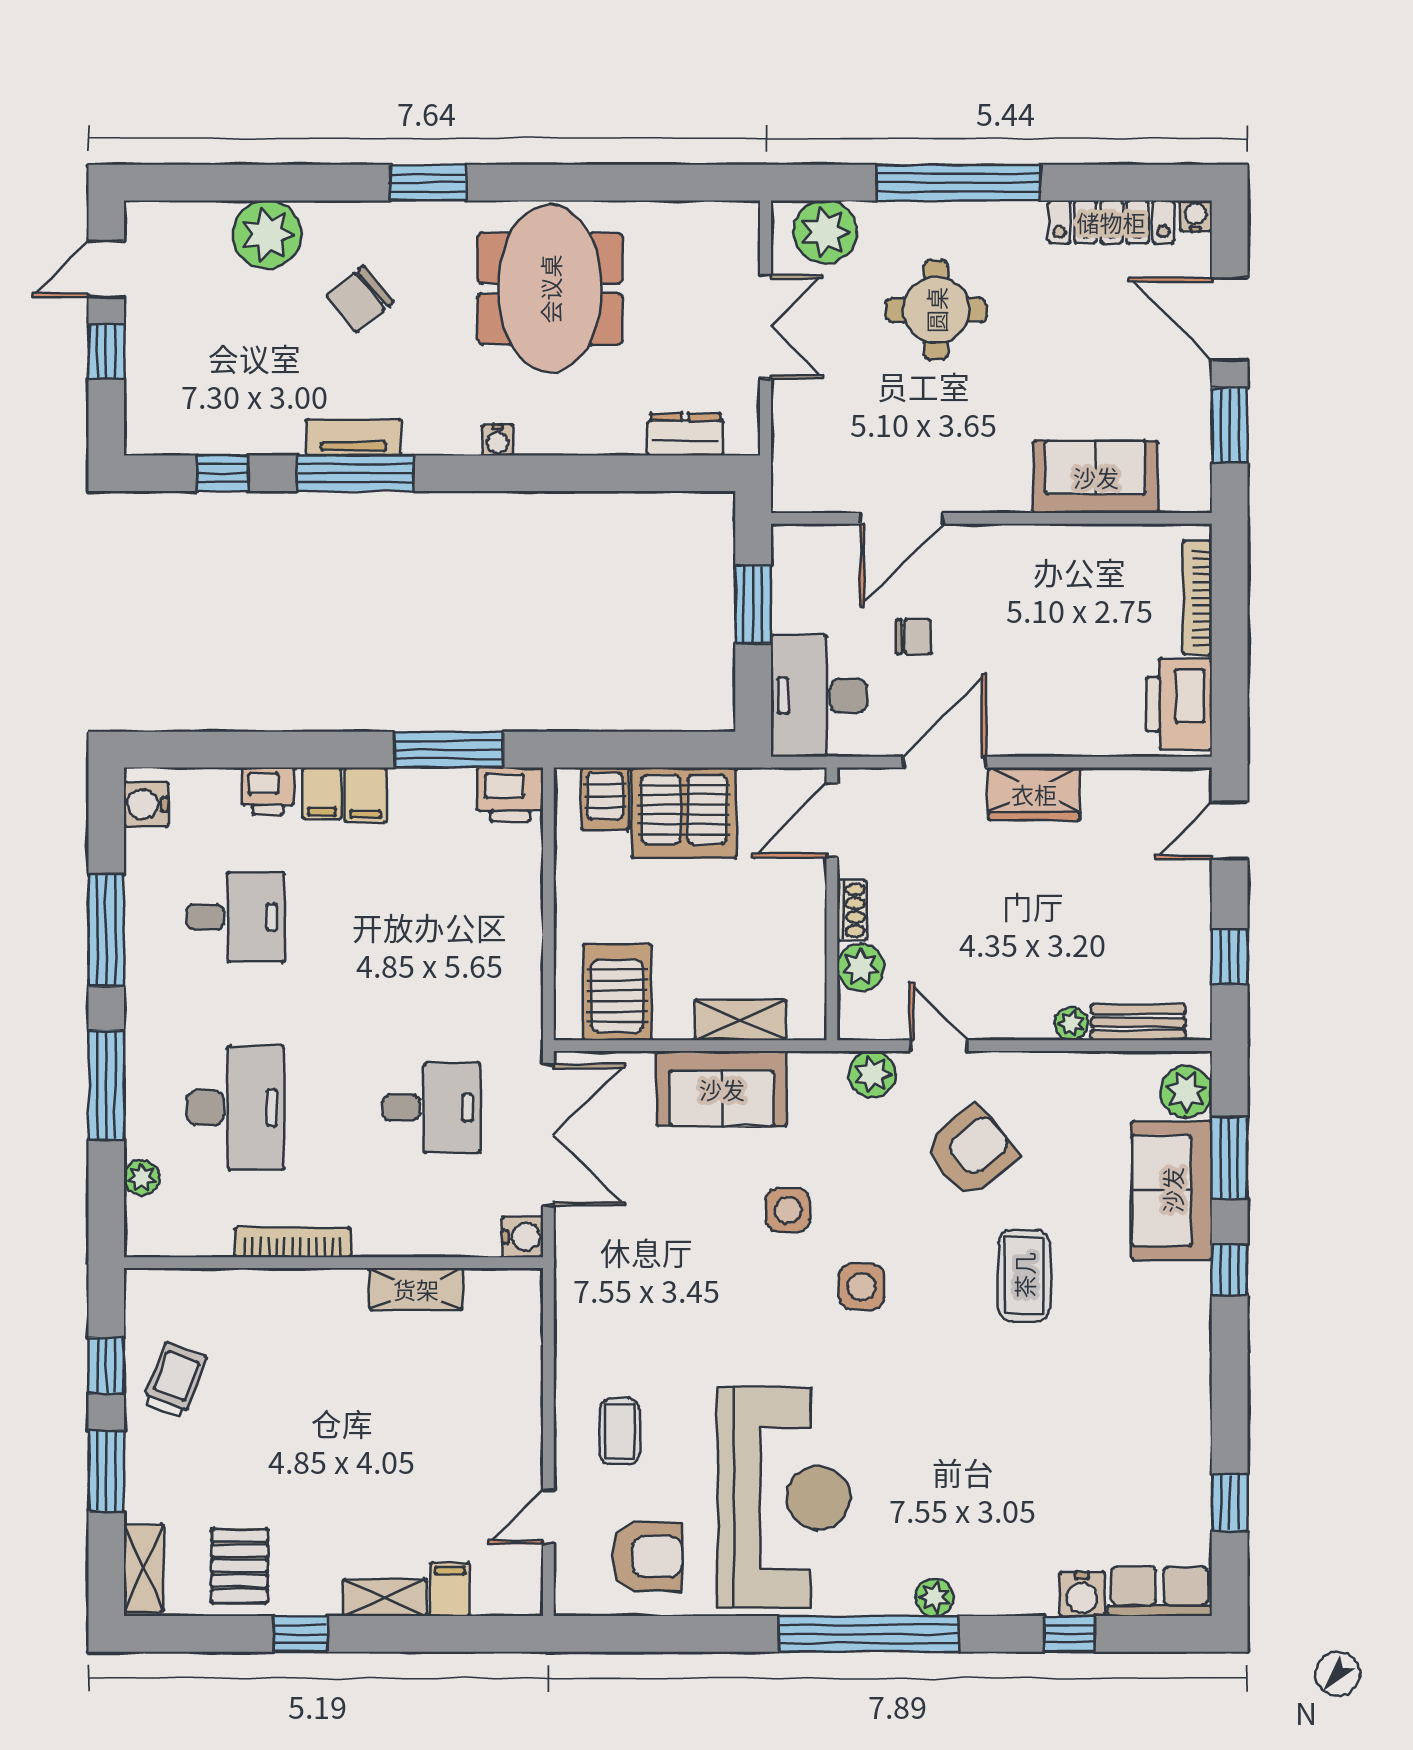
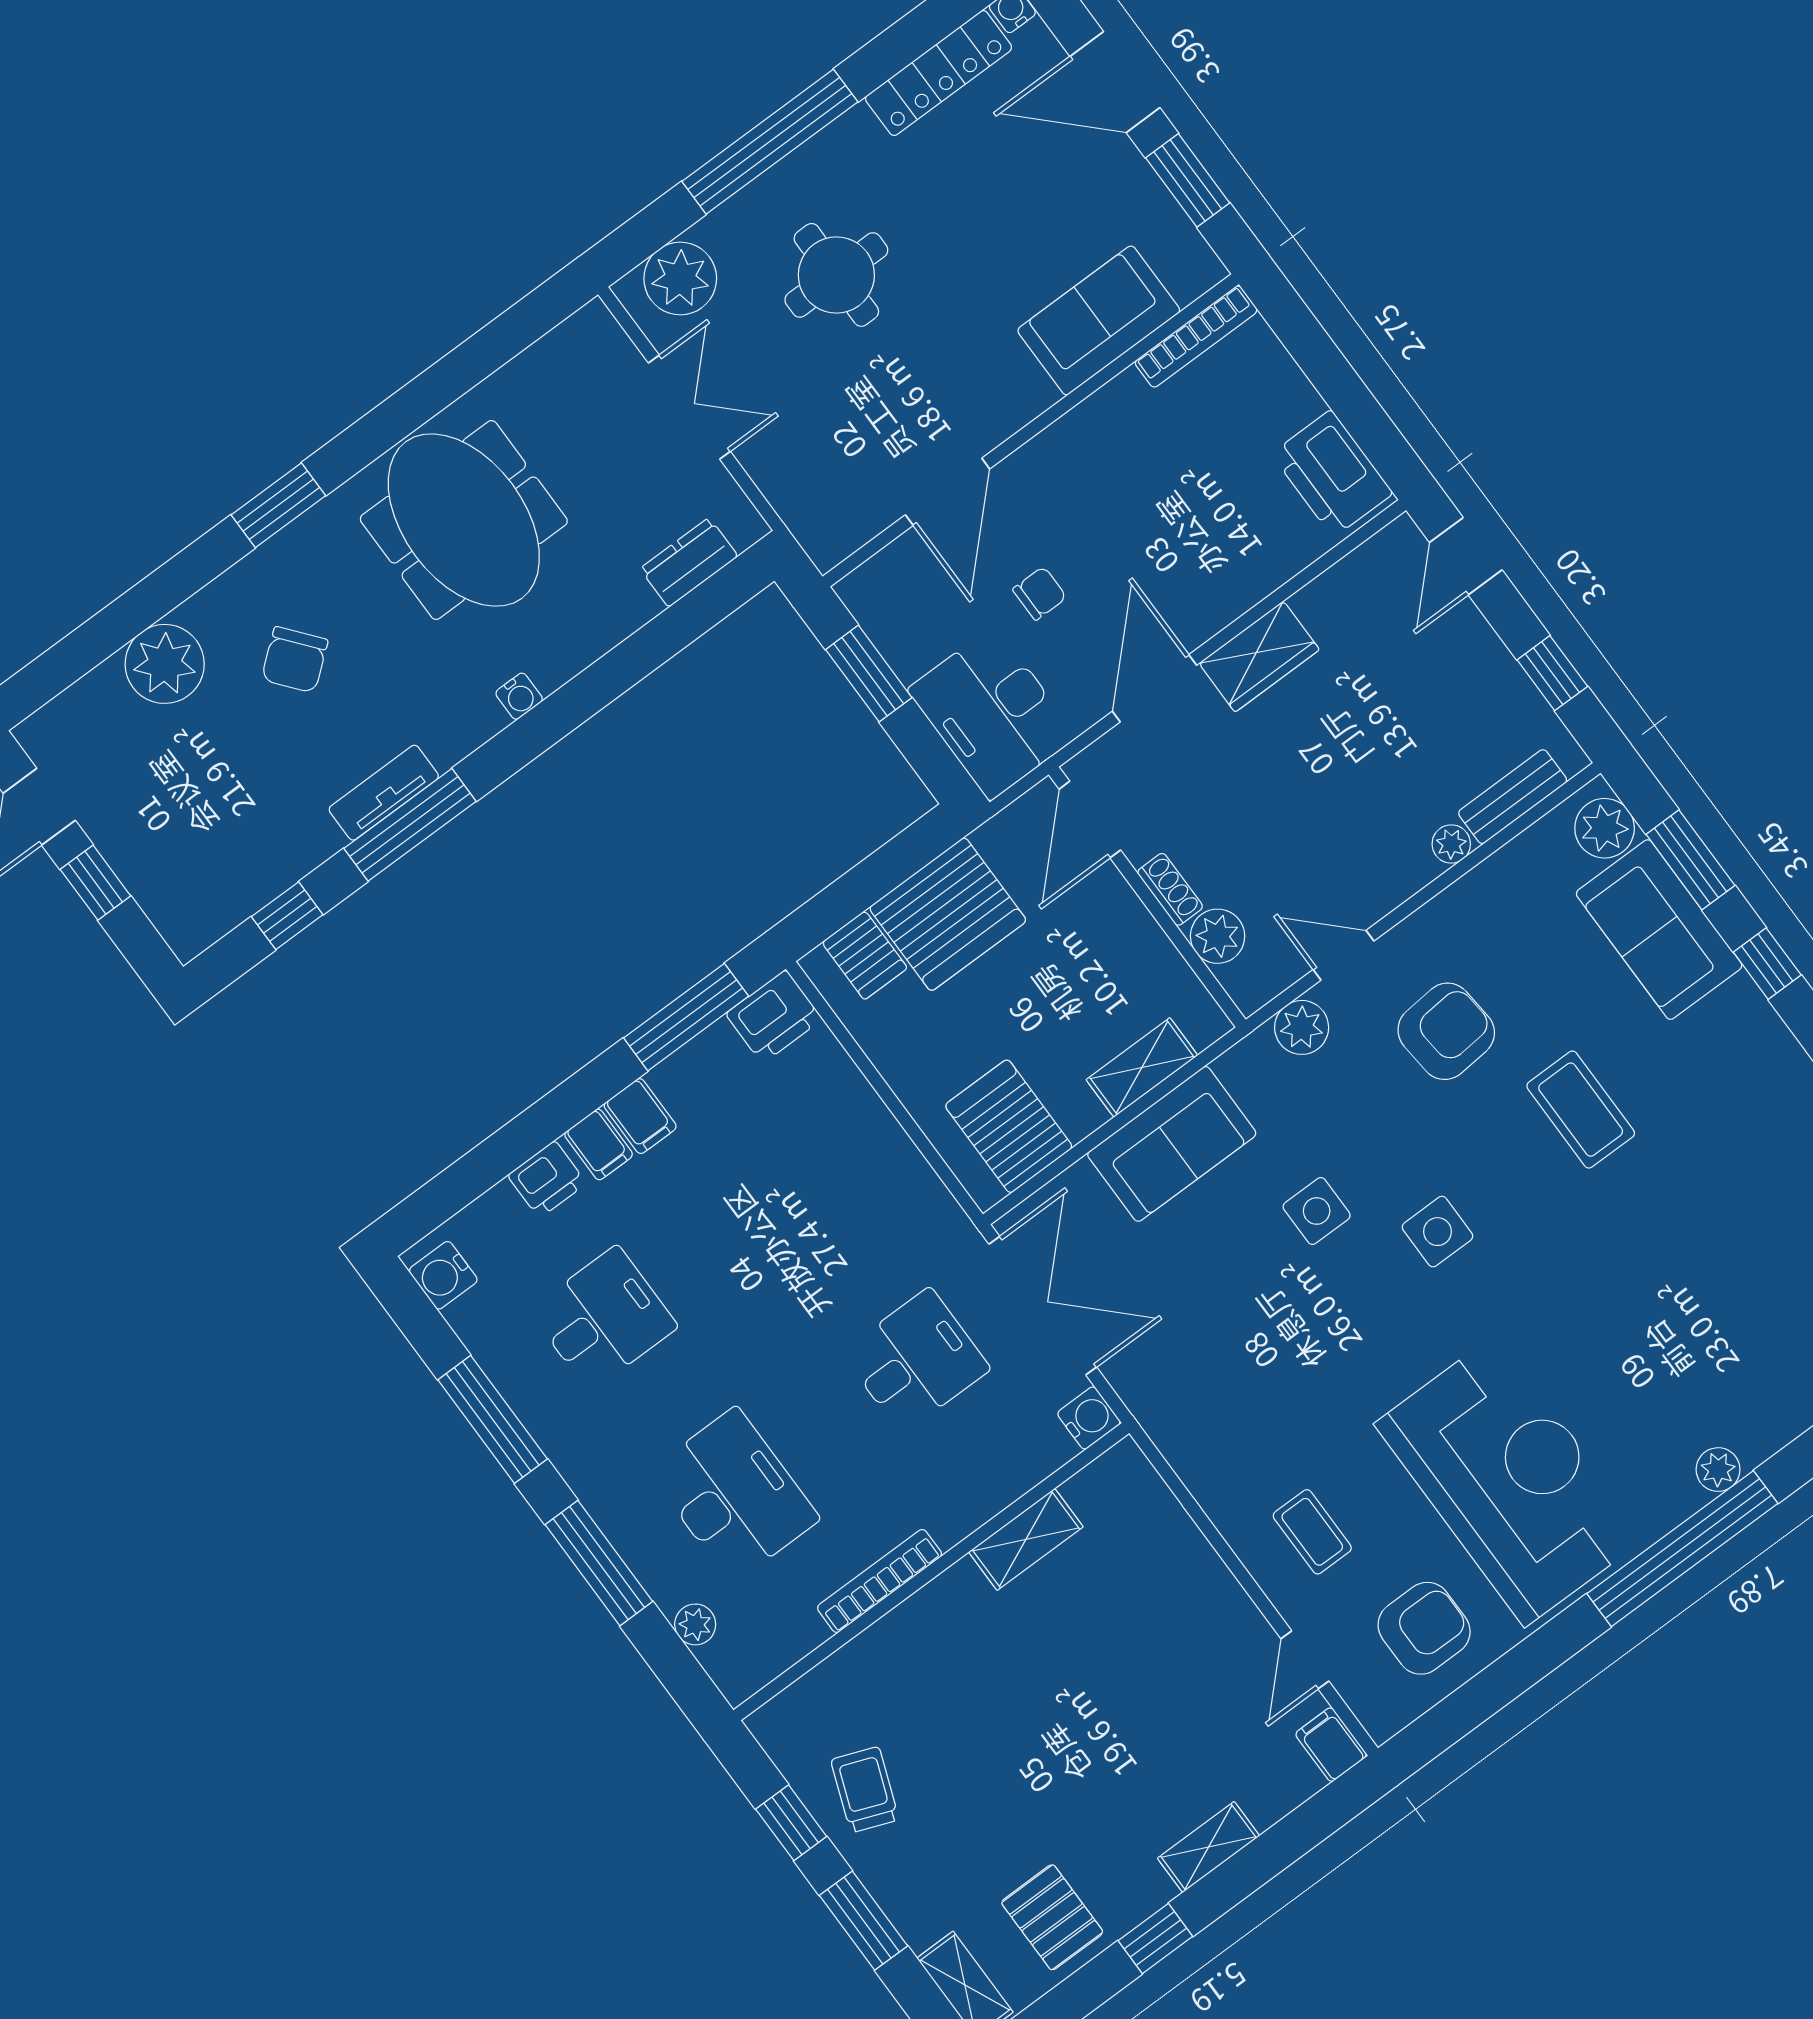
bookcase: (1197, 598) -> (1196, 336), moved, turned -90
armchair: (971, 1152) -> (1446, 1031), turned 35
filing cabinet: (450, 1589) -> (1331, 1745), moved

